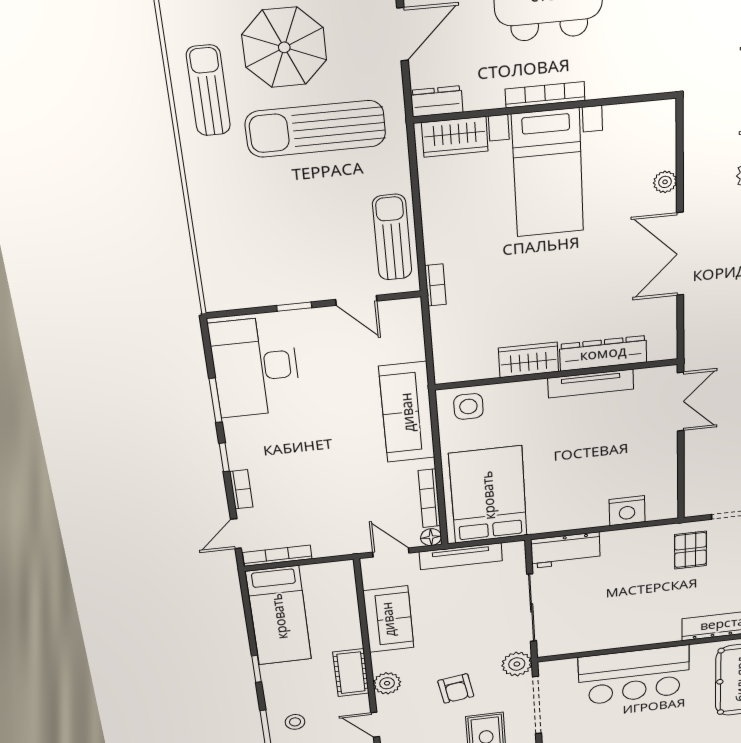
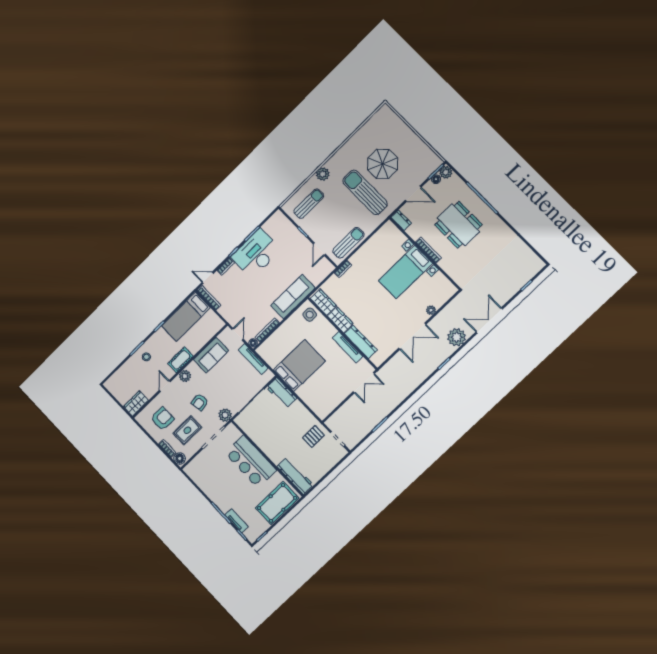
sun lounger: (208, 90) -> (309, 204), moved
wardrobe: (455, 137) -> (323, 302), moved, turned 180
plant: (204, 183) -> (323, 174), added
double door: (680, 254) -> (412, 336), swing flipped
desk: (255, 367) -> (256, 253), moved
bed: (488, 495) -> (299, 366), moved
nightstand: (627, 511) -> (312, 401), removed

